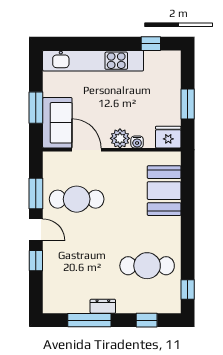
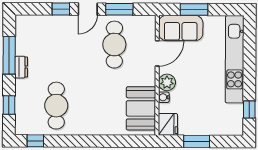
booth: (164, 191) -> (141, 108), moved, turned 90

